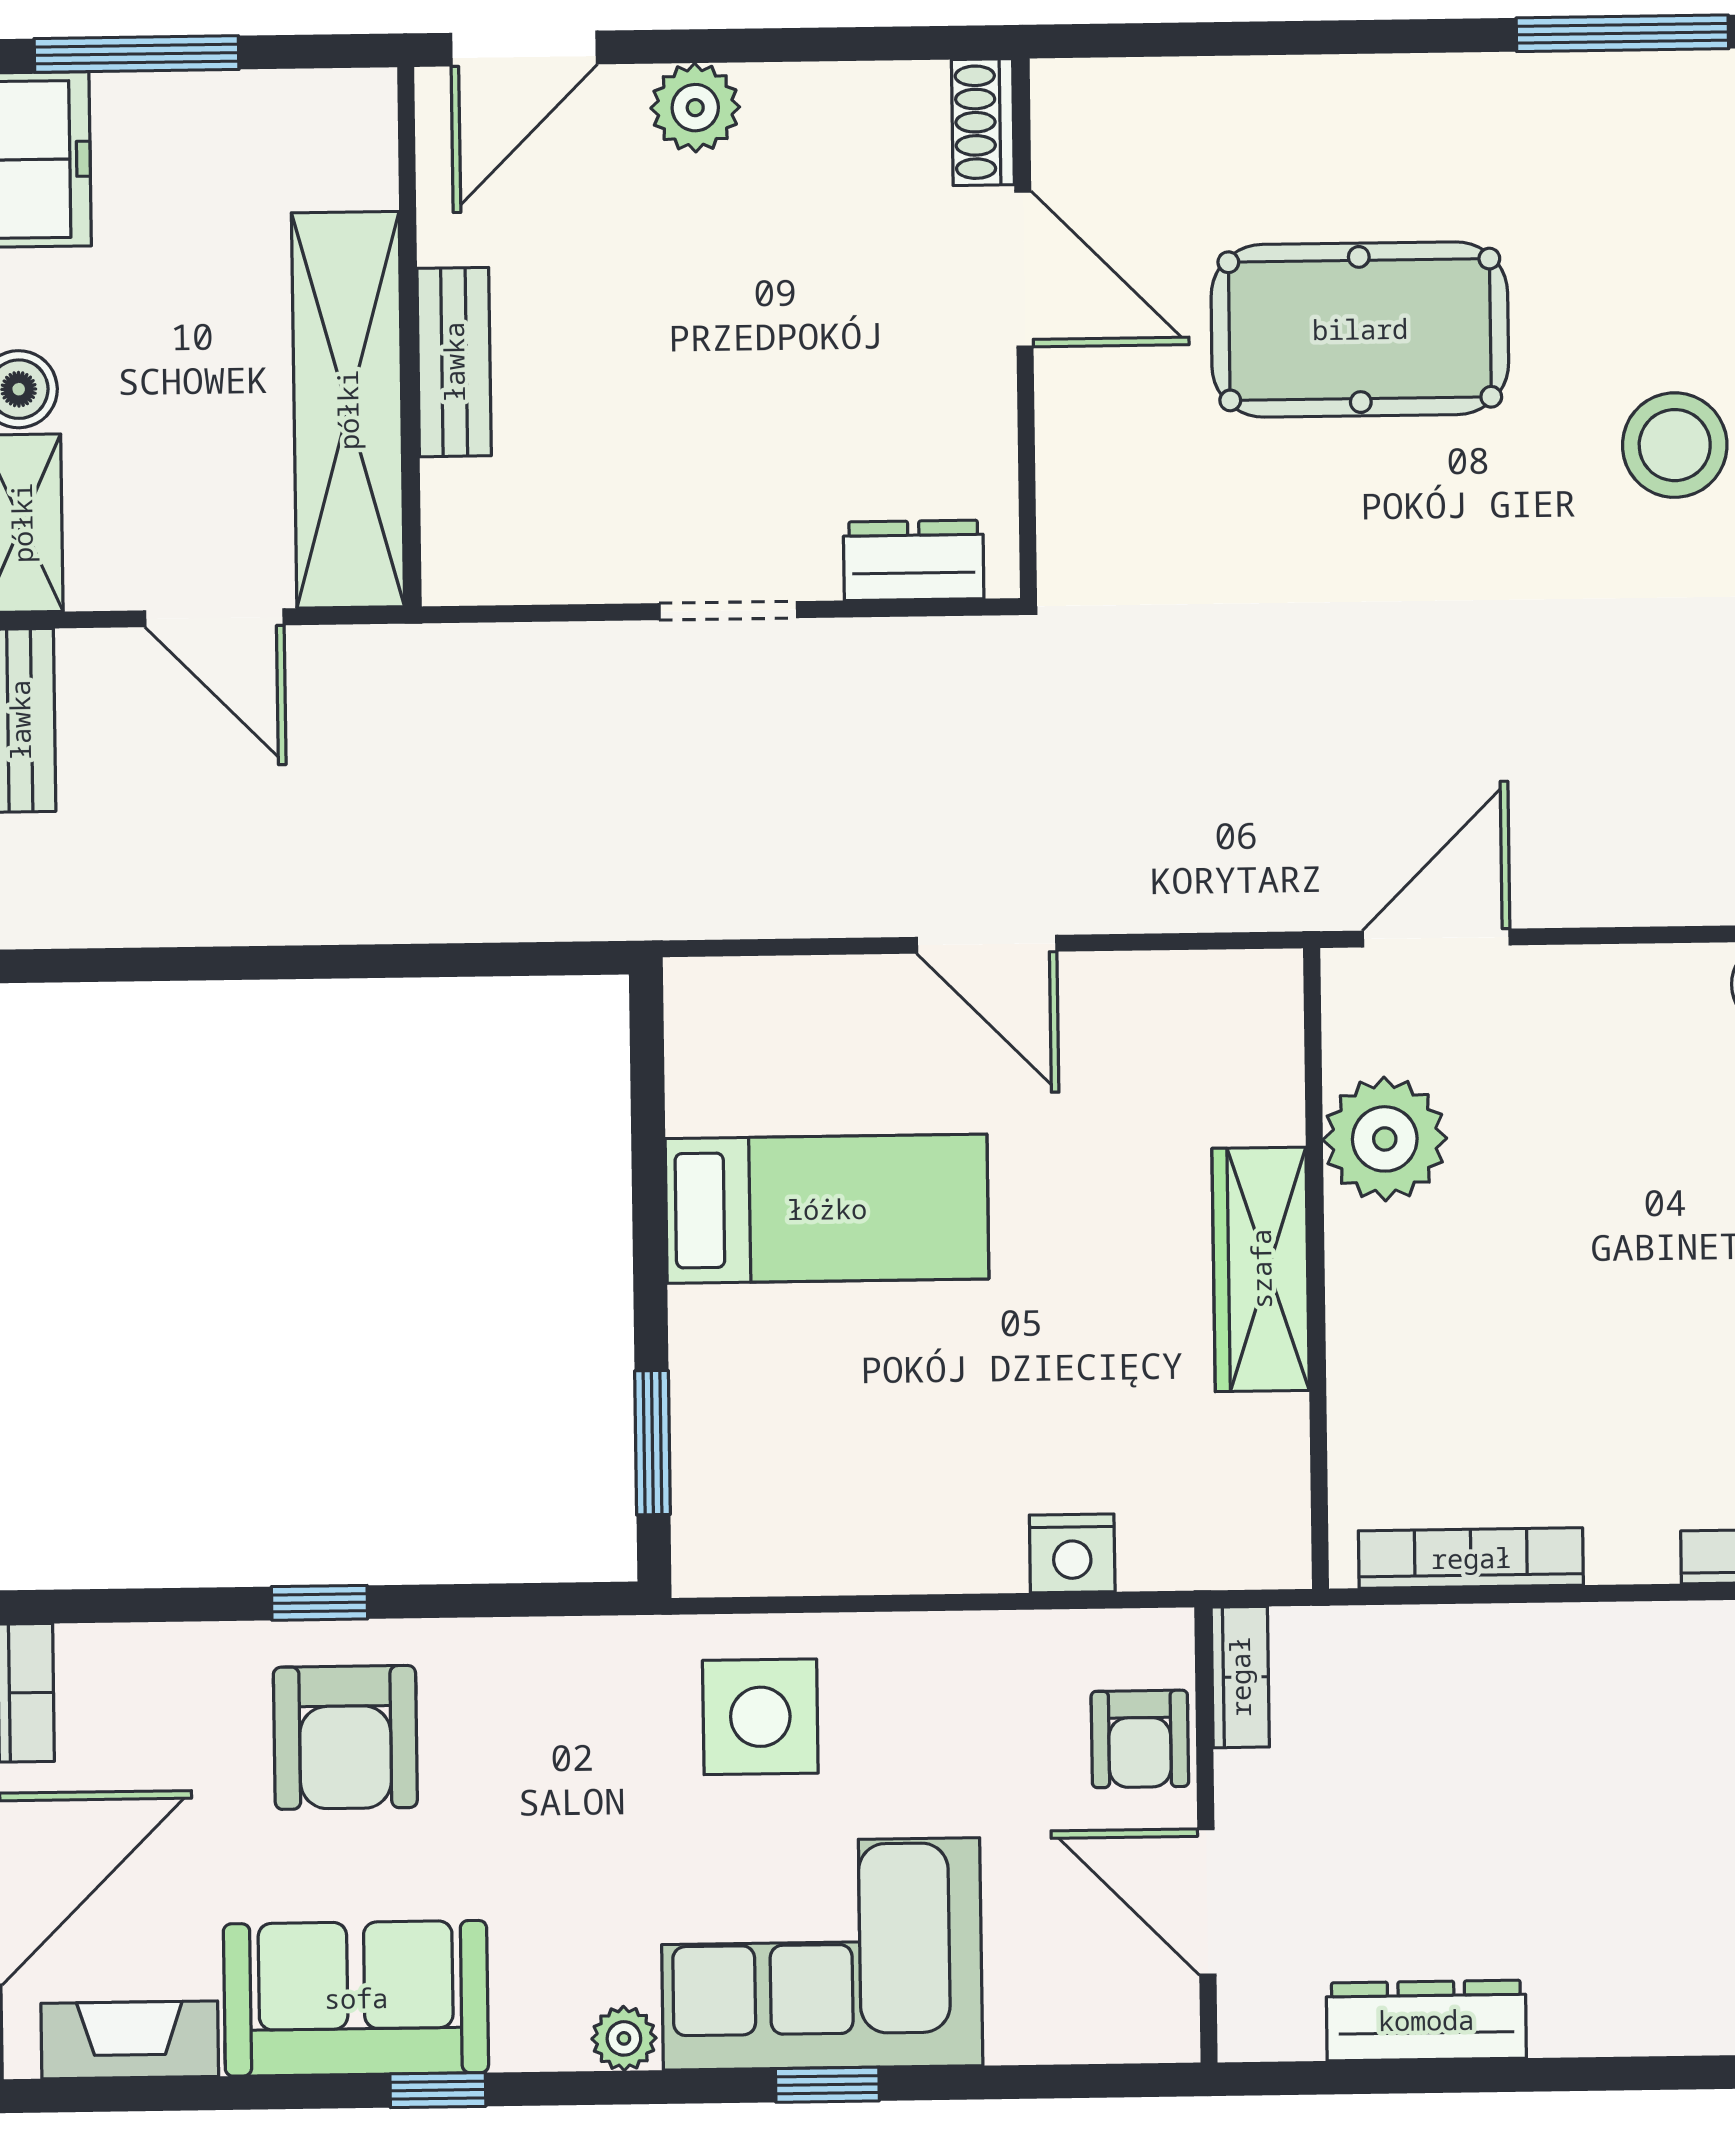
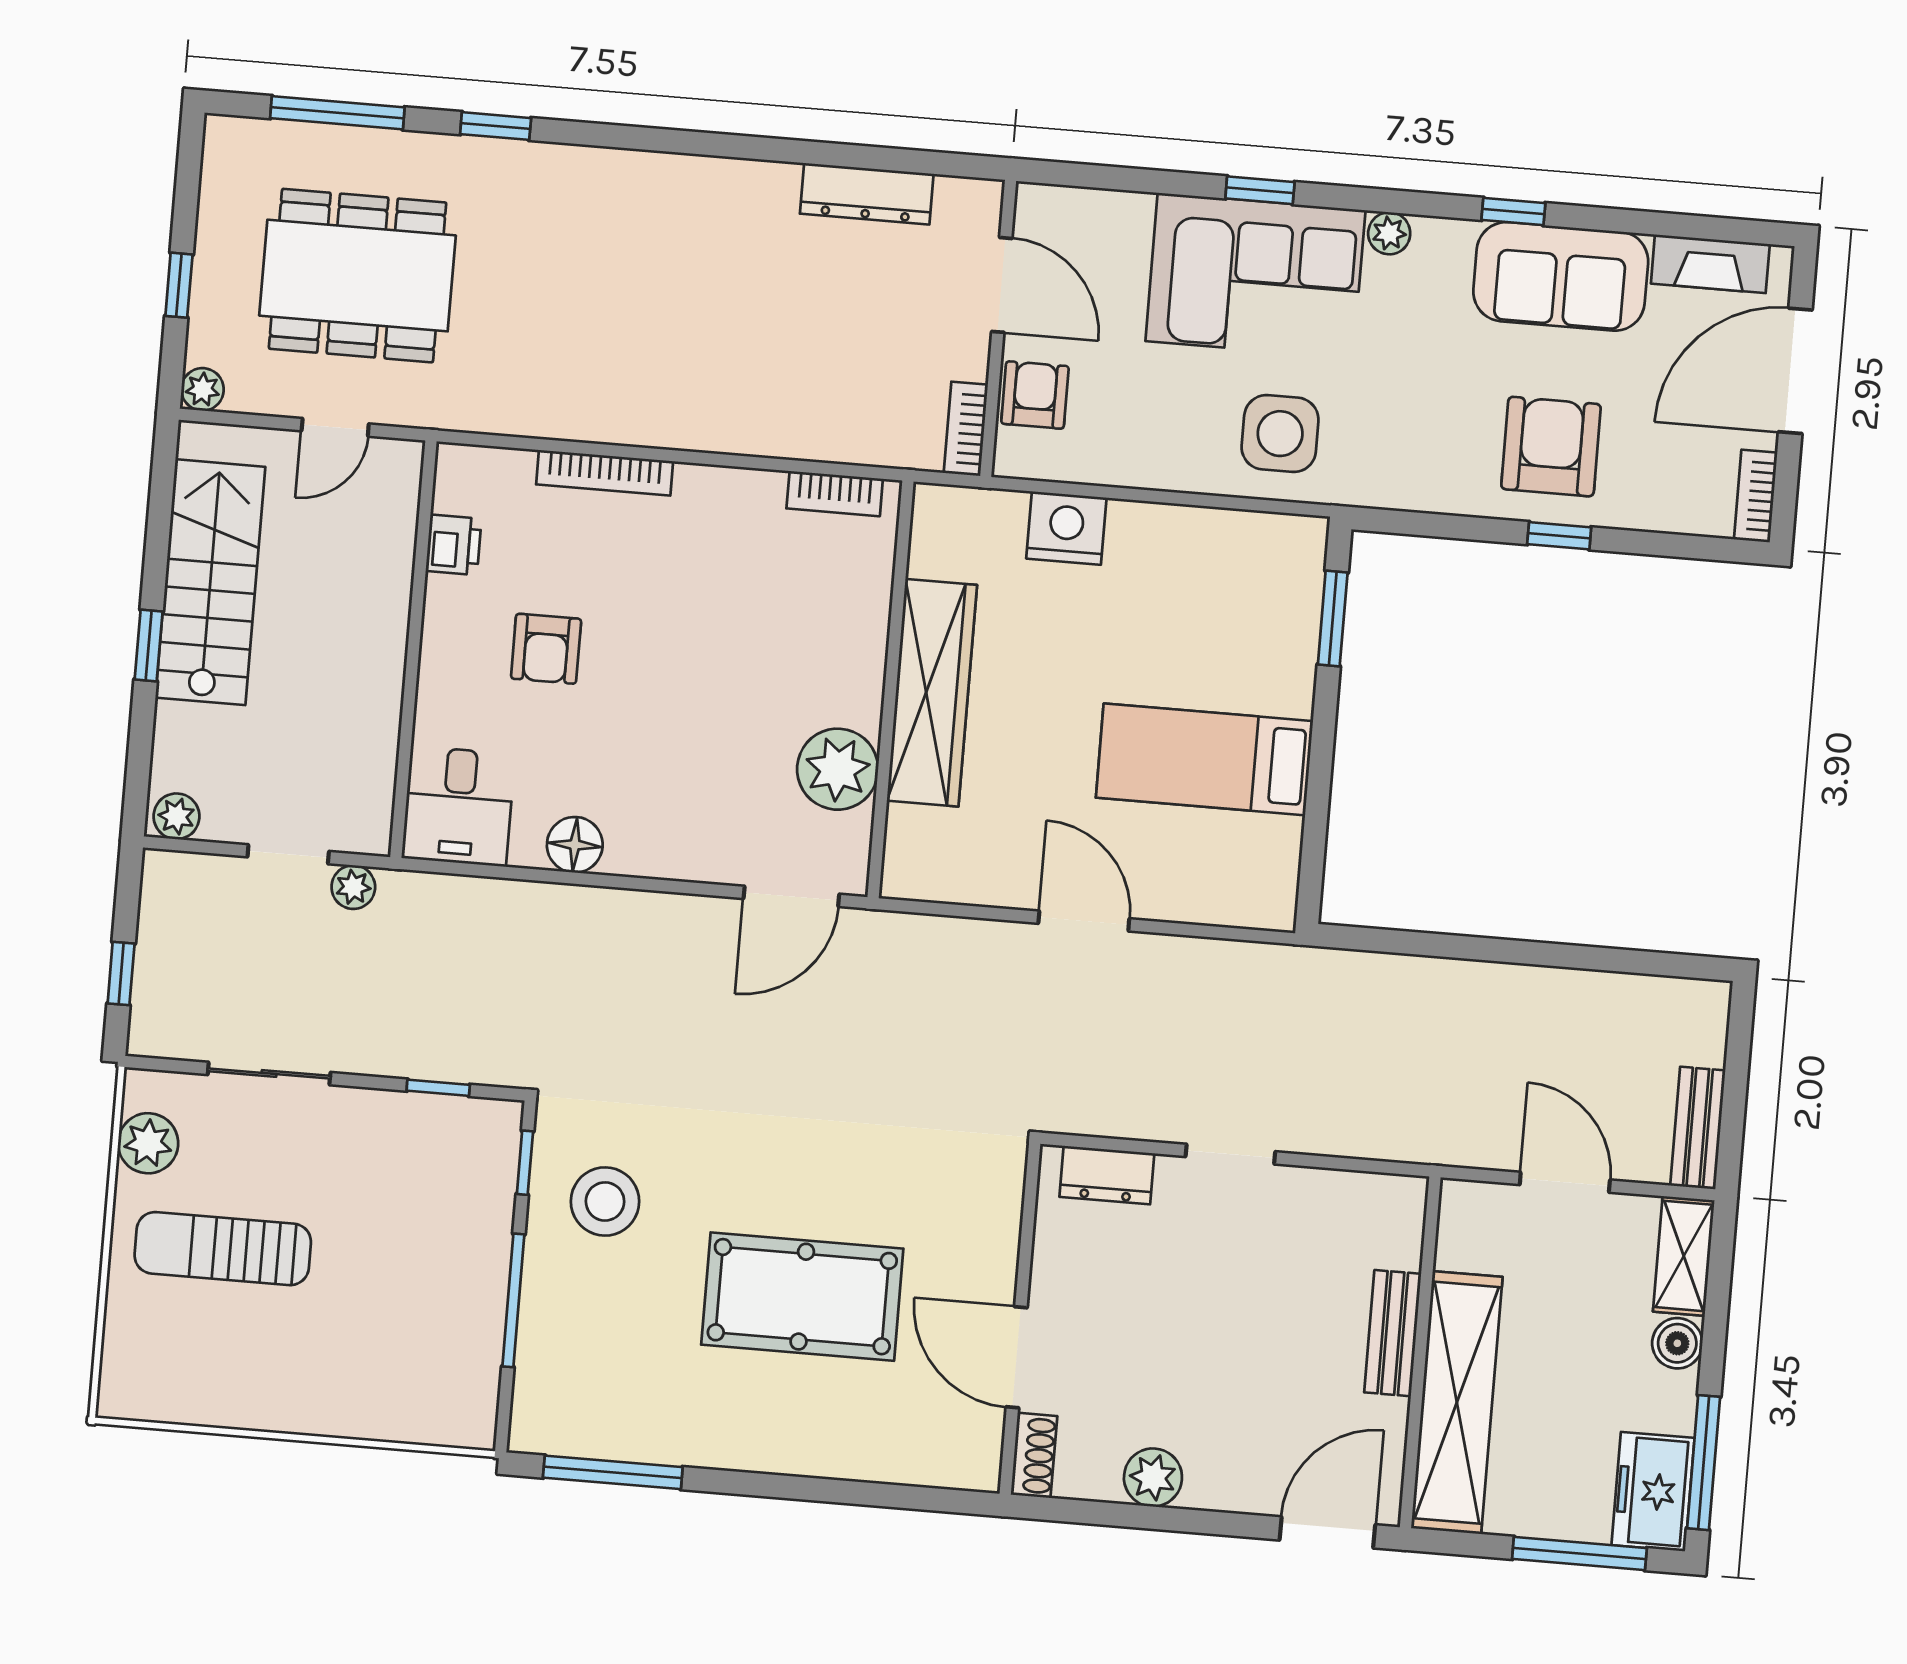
plant: (695, 108) -> (1153, 1477), moved
shelving: (348, 410) -> (1457, 1403), moved
wardrobe: (1261, 1269) -> (932, 693), width x1.40, depth x1.17
nightstand: (1072, 1553) -> (1066, 528), width x1.36, depth x1.33
bookcase: (1471, 1558) -> (835, 494), width x0.64

